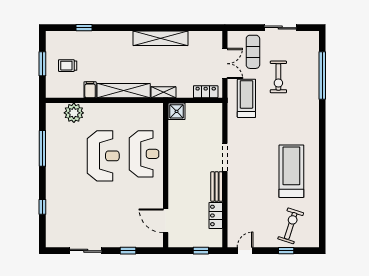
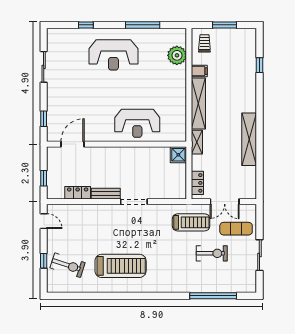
trolley: (68, 66) -> (204, 43), moved
exercise bike: (278, 77) -> (212, 253), turned 180
reception desk: (103, 156) -> (113, 55), moved
window: (128, 251) -> (44, 119), moved

